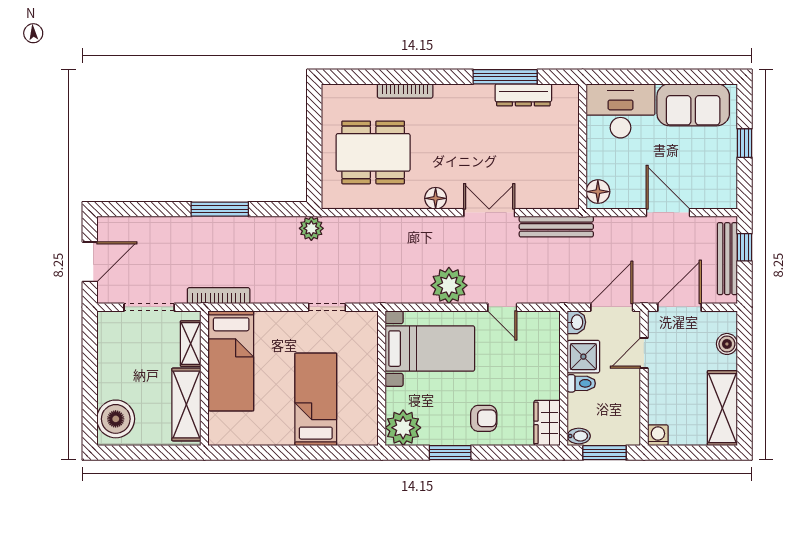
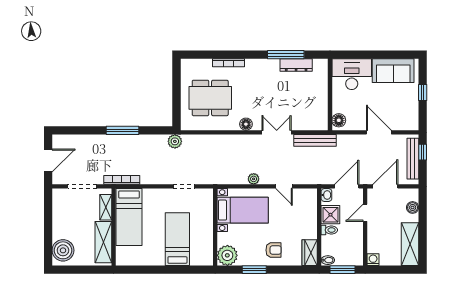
plant: (449, 285) -> (254, 179), width x0.53, depth x0.53

